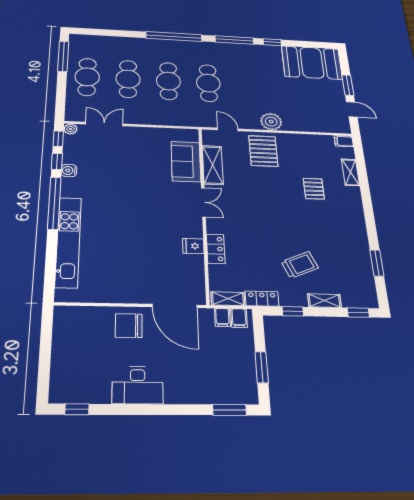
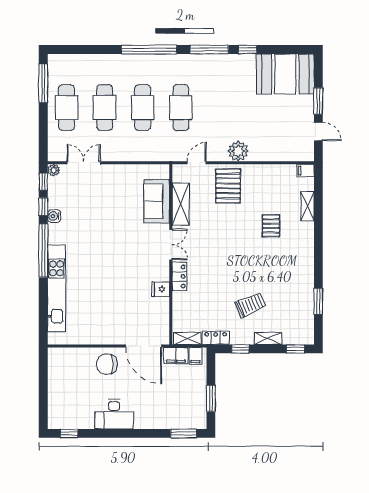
door: (228, 129) -> (197, 163), hinge flipped
locker: (216, 249) -> (179, 276), moved
filing cabinet: (222, 317) -> (176, 356), width x2.00

